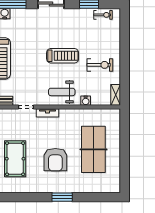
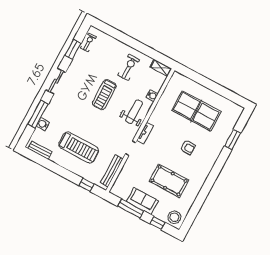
treadmill: (63, 56) -> (104, 95), turned 180
weight bench: (62, 92) -> (134, 112), turned 180
armchair: (55, 160) -> (188, 147), width x0.53, depth x0.53
window: (62, 197) -> (233, 139), moved

